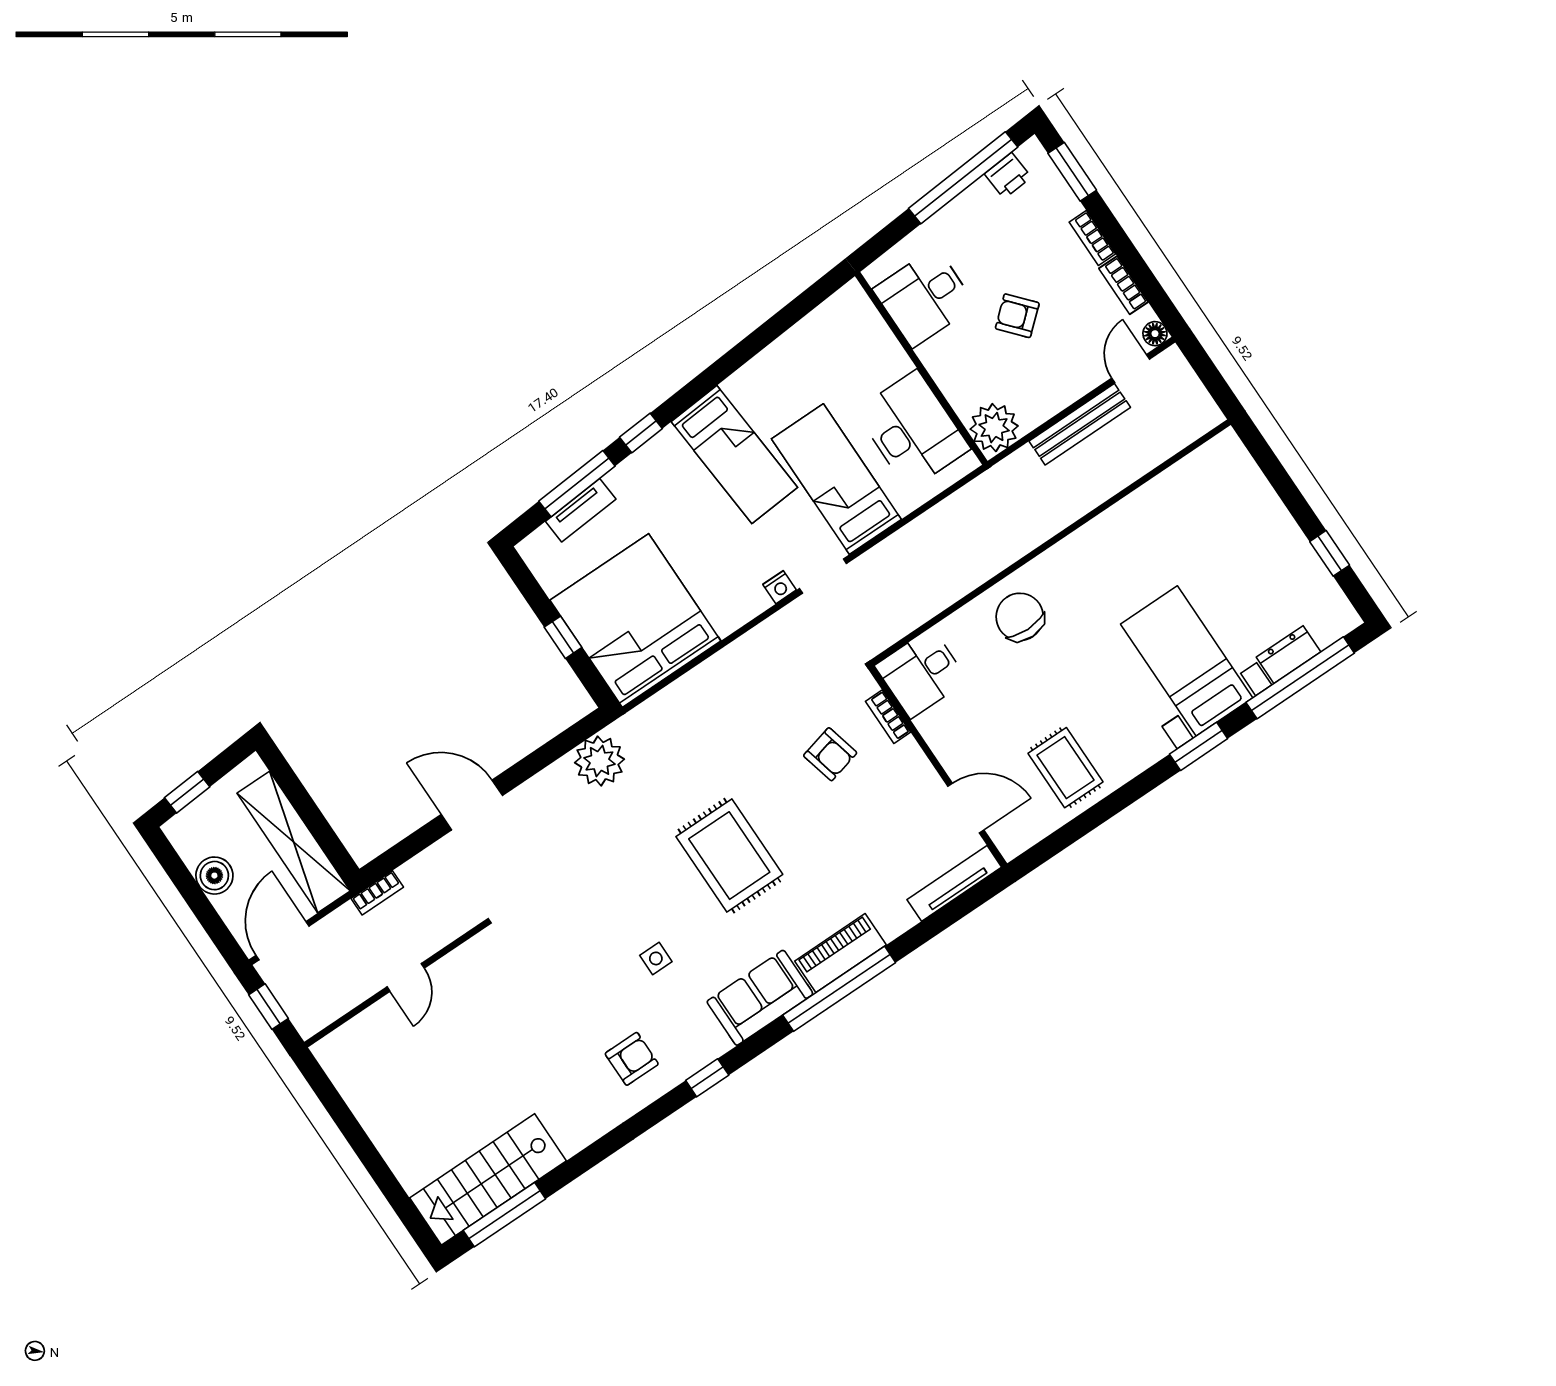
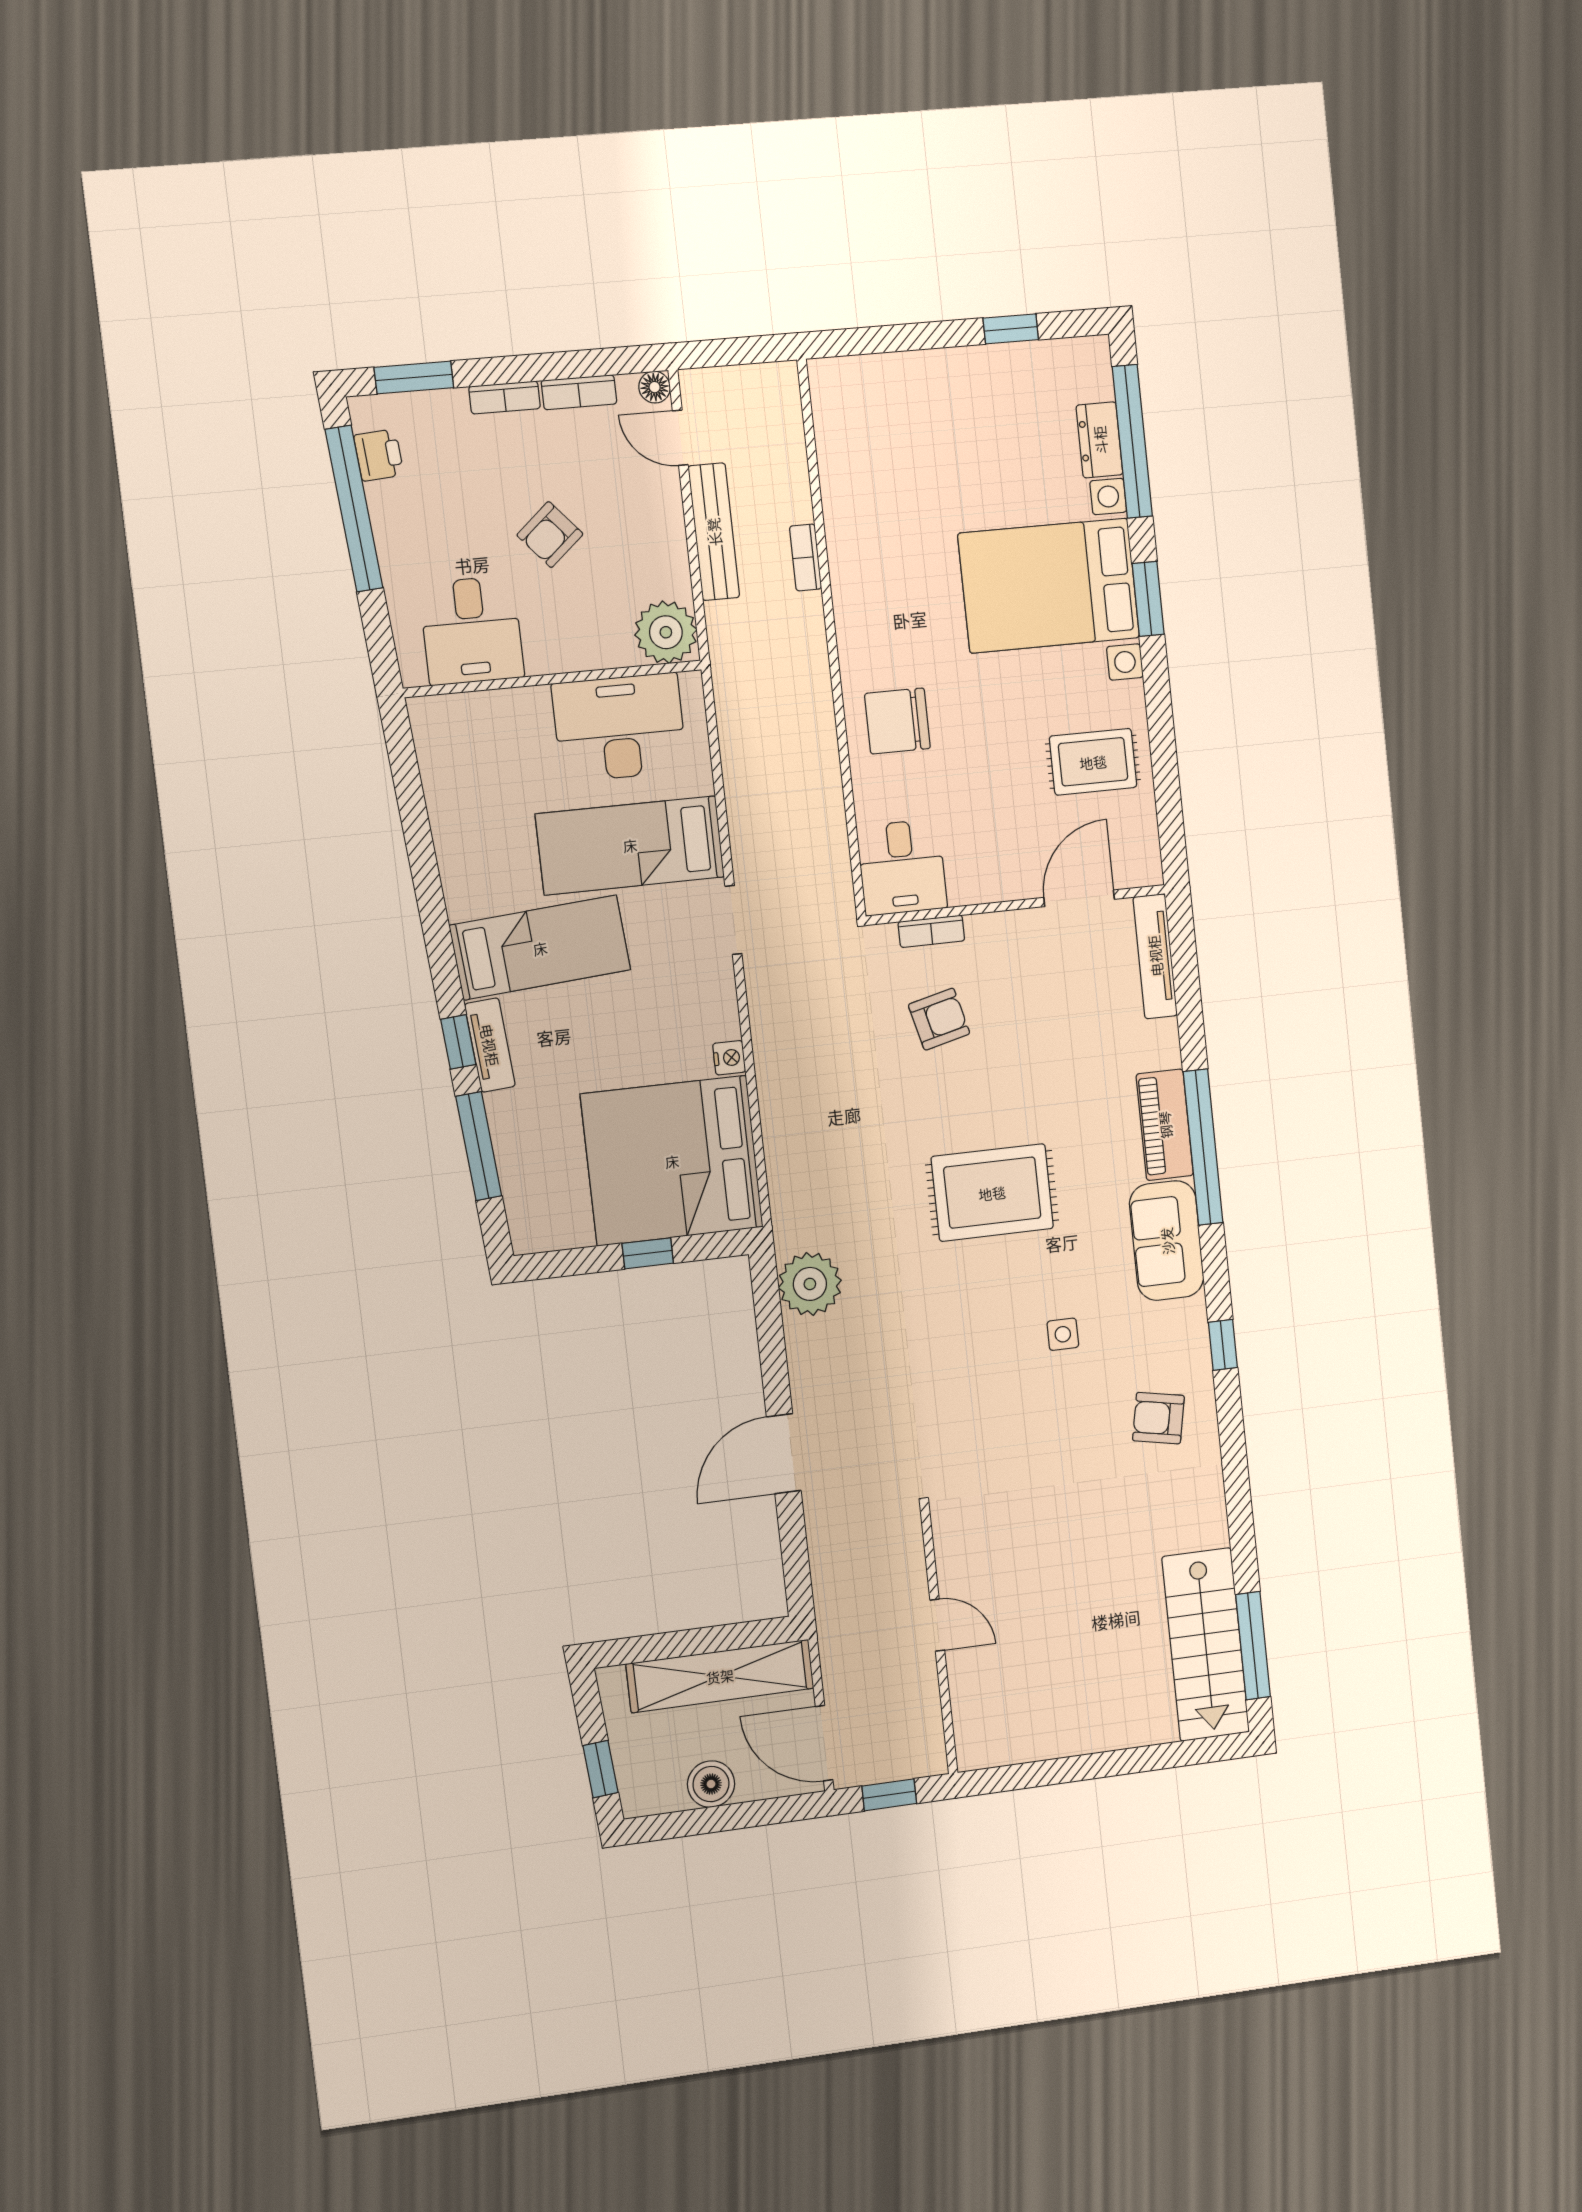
tv unit: (581, 510) -> (490, 1045), moved
nightstand: (780, 587) -> (729, 1058), moved
bed with nightstands: (1187, 661) -> (1049, 586), width x1.36
bookcase: (377, 893) -> (805, 557), moved, turned 180
armchair: (632, 1059) -> (1158, 1418), turned -79

